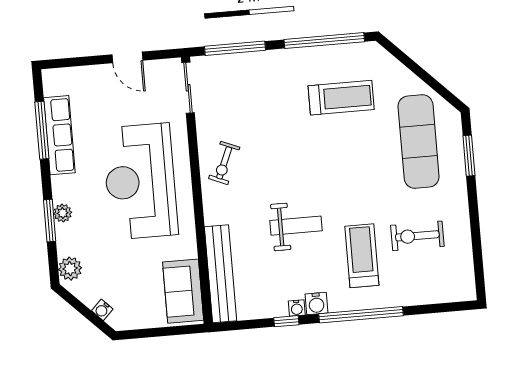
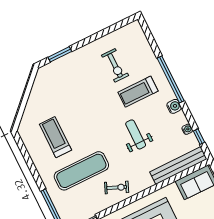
window: (324, 41) -> (28, 159), removed
exercise mat: (419, 142) -> (81, 171), moved
water cooler: (297, 308) -> (187, 129), moved
window: (286, 321) -> (199, 137), moved

